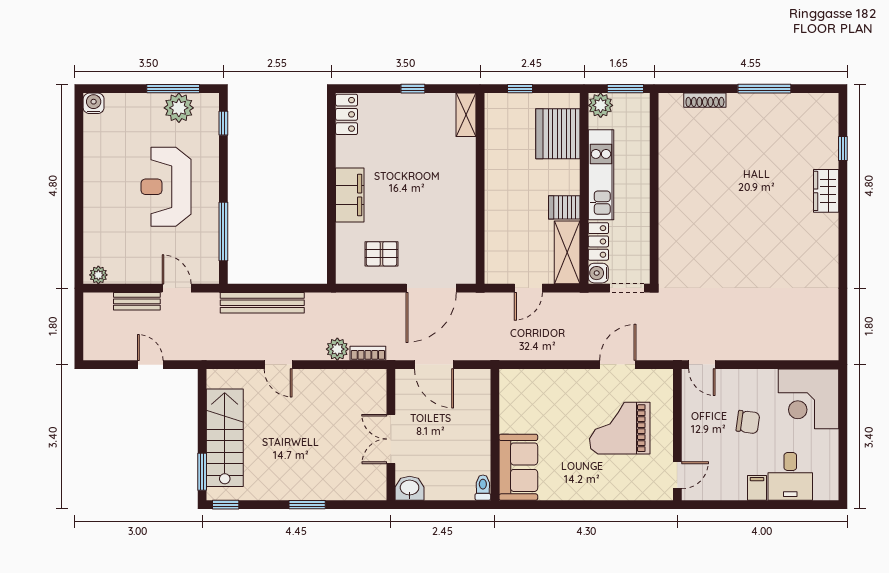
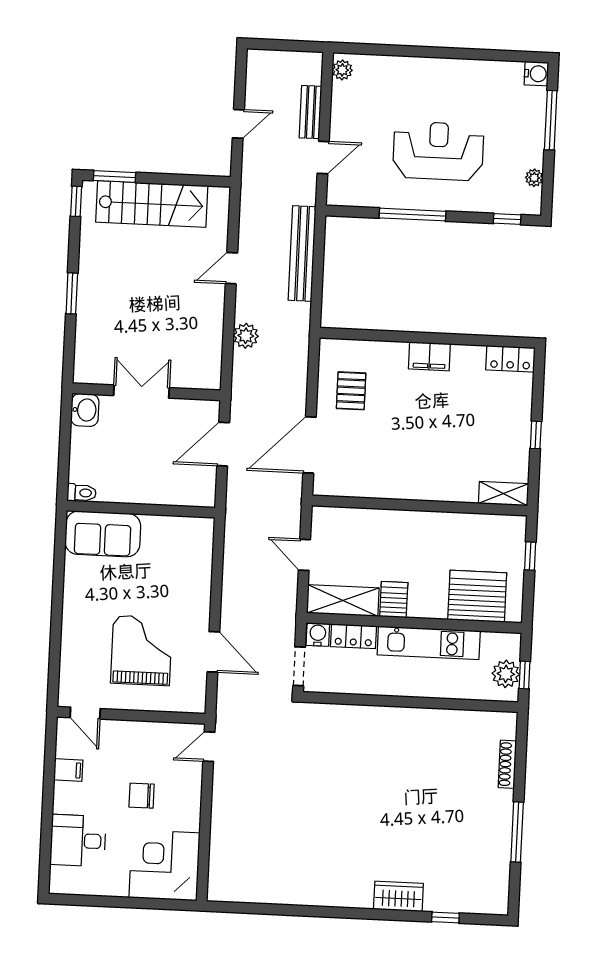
window: (173, 89) -> (551, 120), moved
window: (625, 89) -> (525, 675), width x0.67
plant: (601, 105) -> (506, 674), moved
plant: (179, 108) -> (534, 178), width x0.53, depth x0.53
filing cabinet: (350, 195) -> (429, 356), width x0.67, depth x0.86
window: (223, 231) -> (413, 215), moved
door: (431, 288) -> (310, 445), hinge flipped
bookcase: (368, 353) -> (239, 370), removed
chair: (748, 422) -> (142, 796), turned 82
filing cabinet: (757, 488) -> (68, 770), moved

